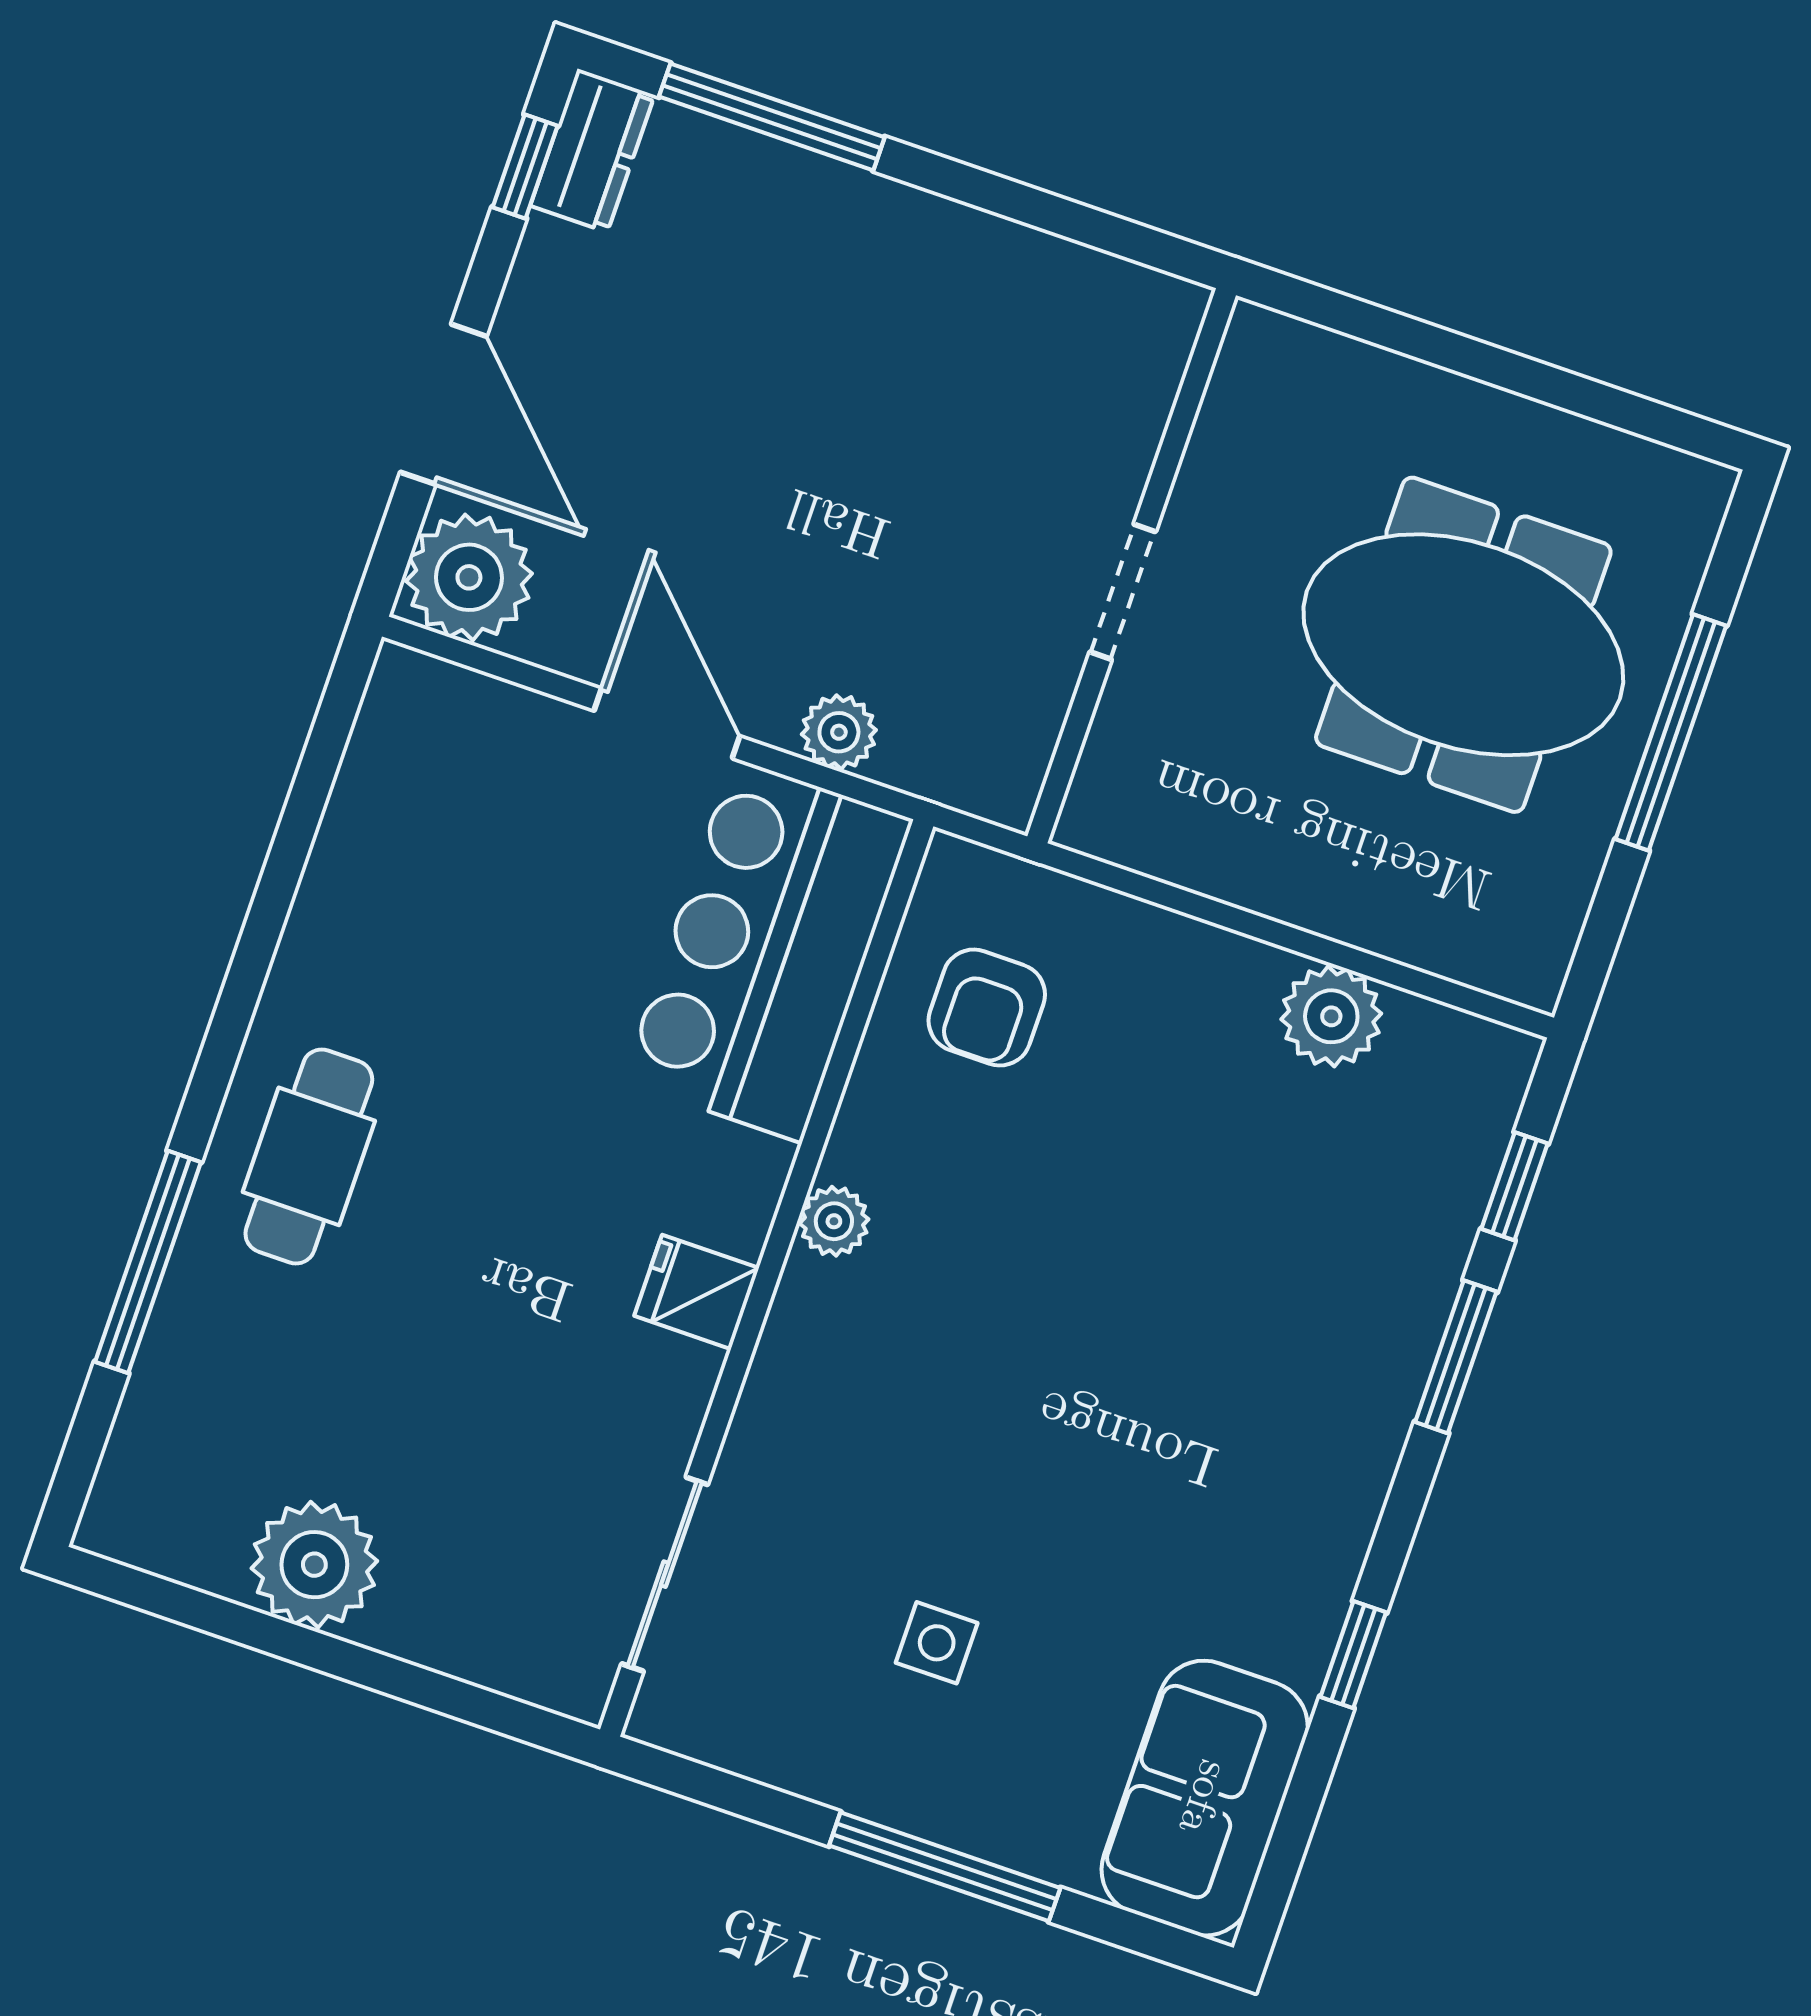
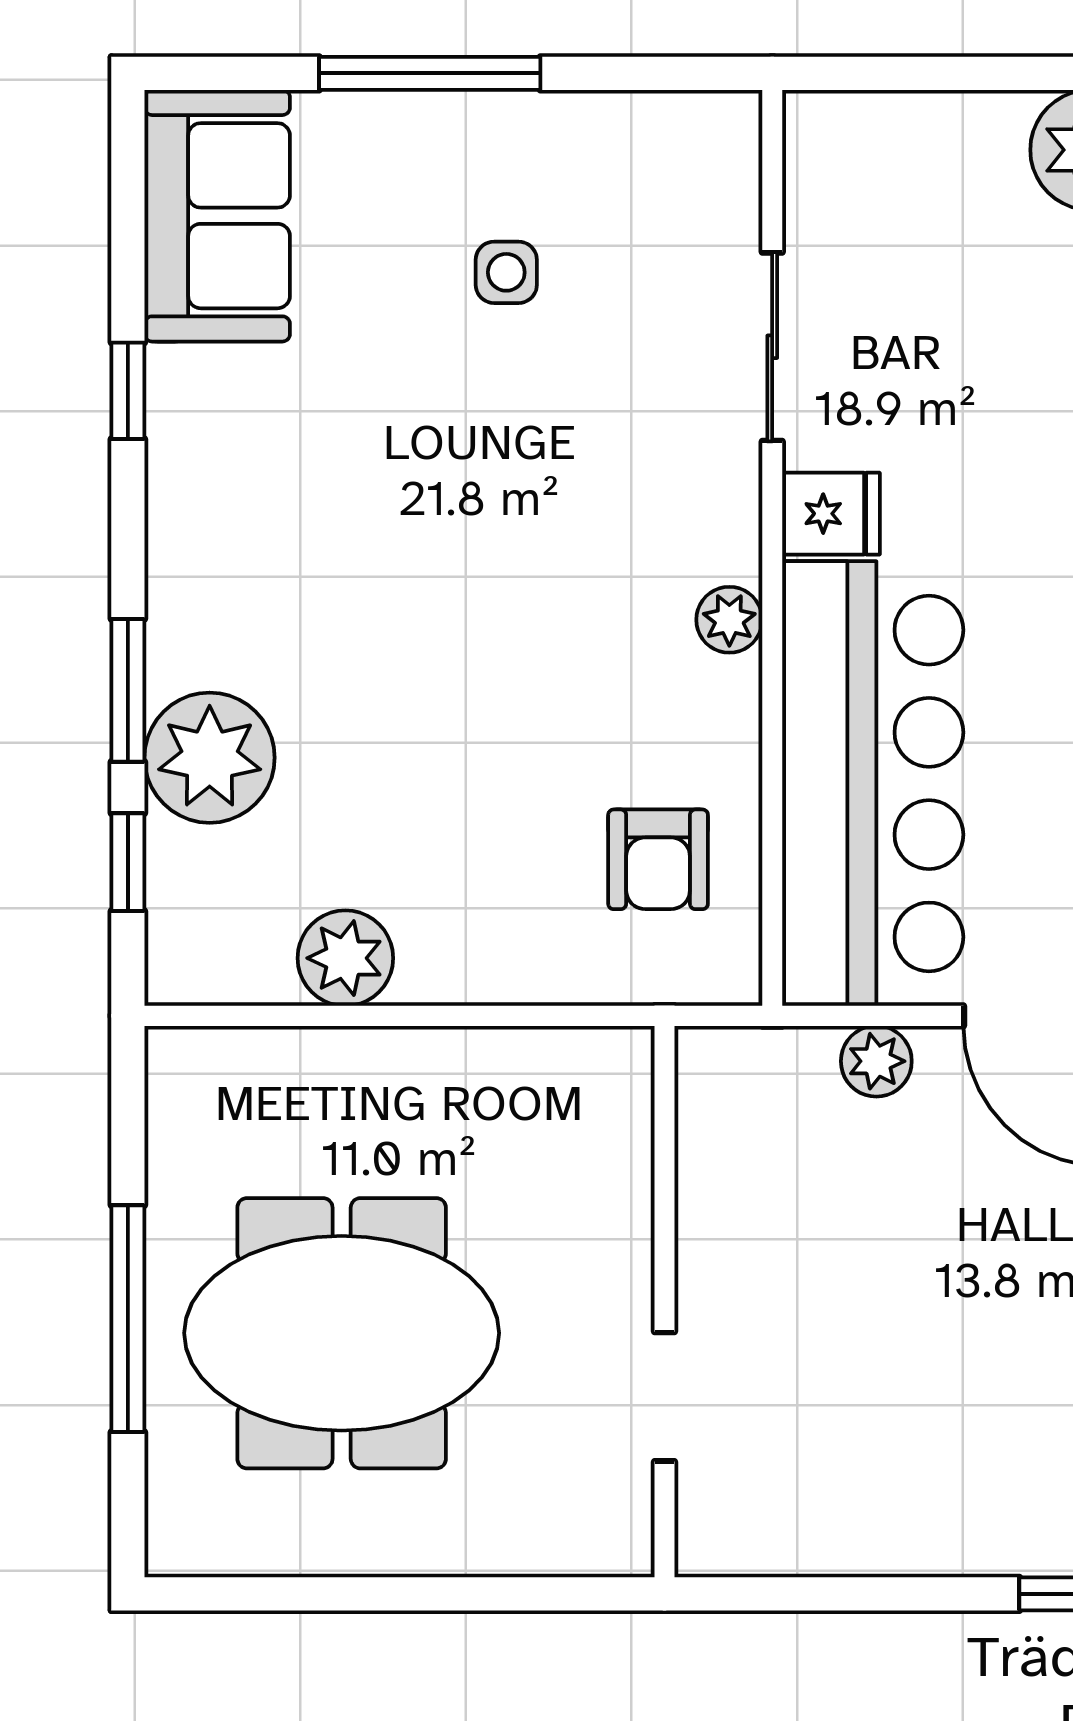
doorway: (1123, 592) -> (665, 1397), moved
bar counter: (768, 950) -> (873, 784), width x1.36
armchair: (987, 1008) -> (658, 859), turned 180
plant: (1398, 1262) -> (210, 758), added
sliding door: (665, 1574) -> (772, 347), moved

